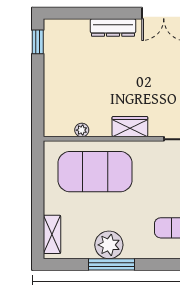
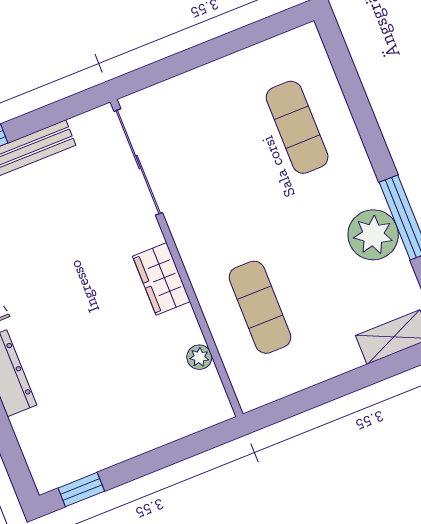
exercise mat: (95, 172) -> (260, 307), width x0.50, depth x0.69

